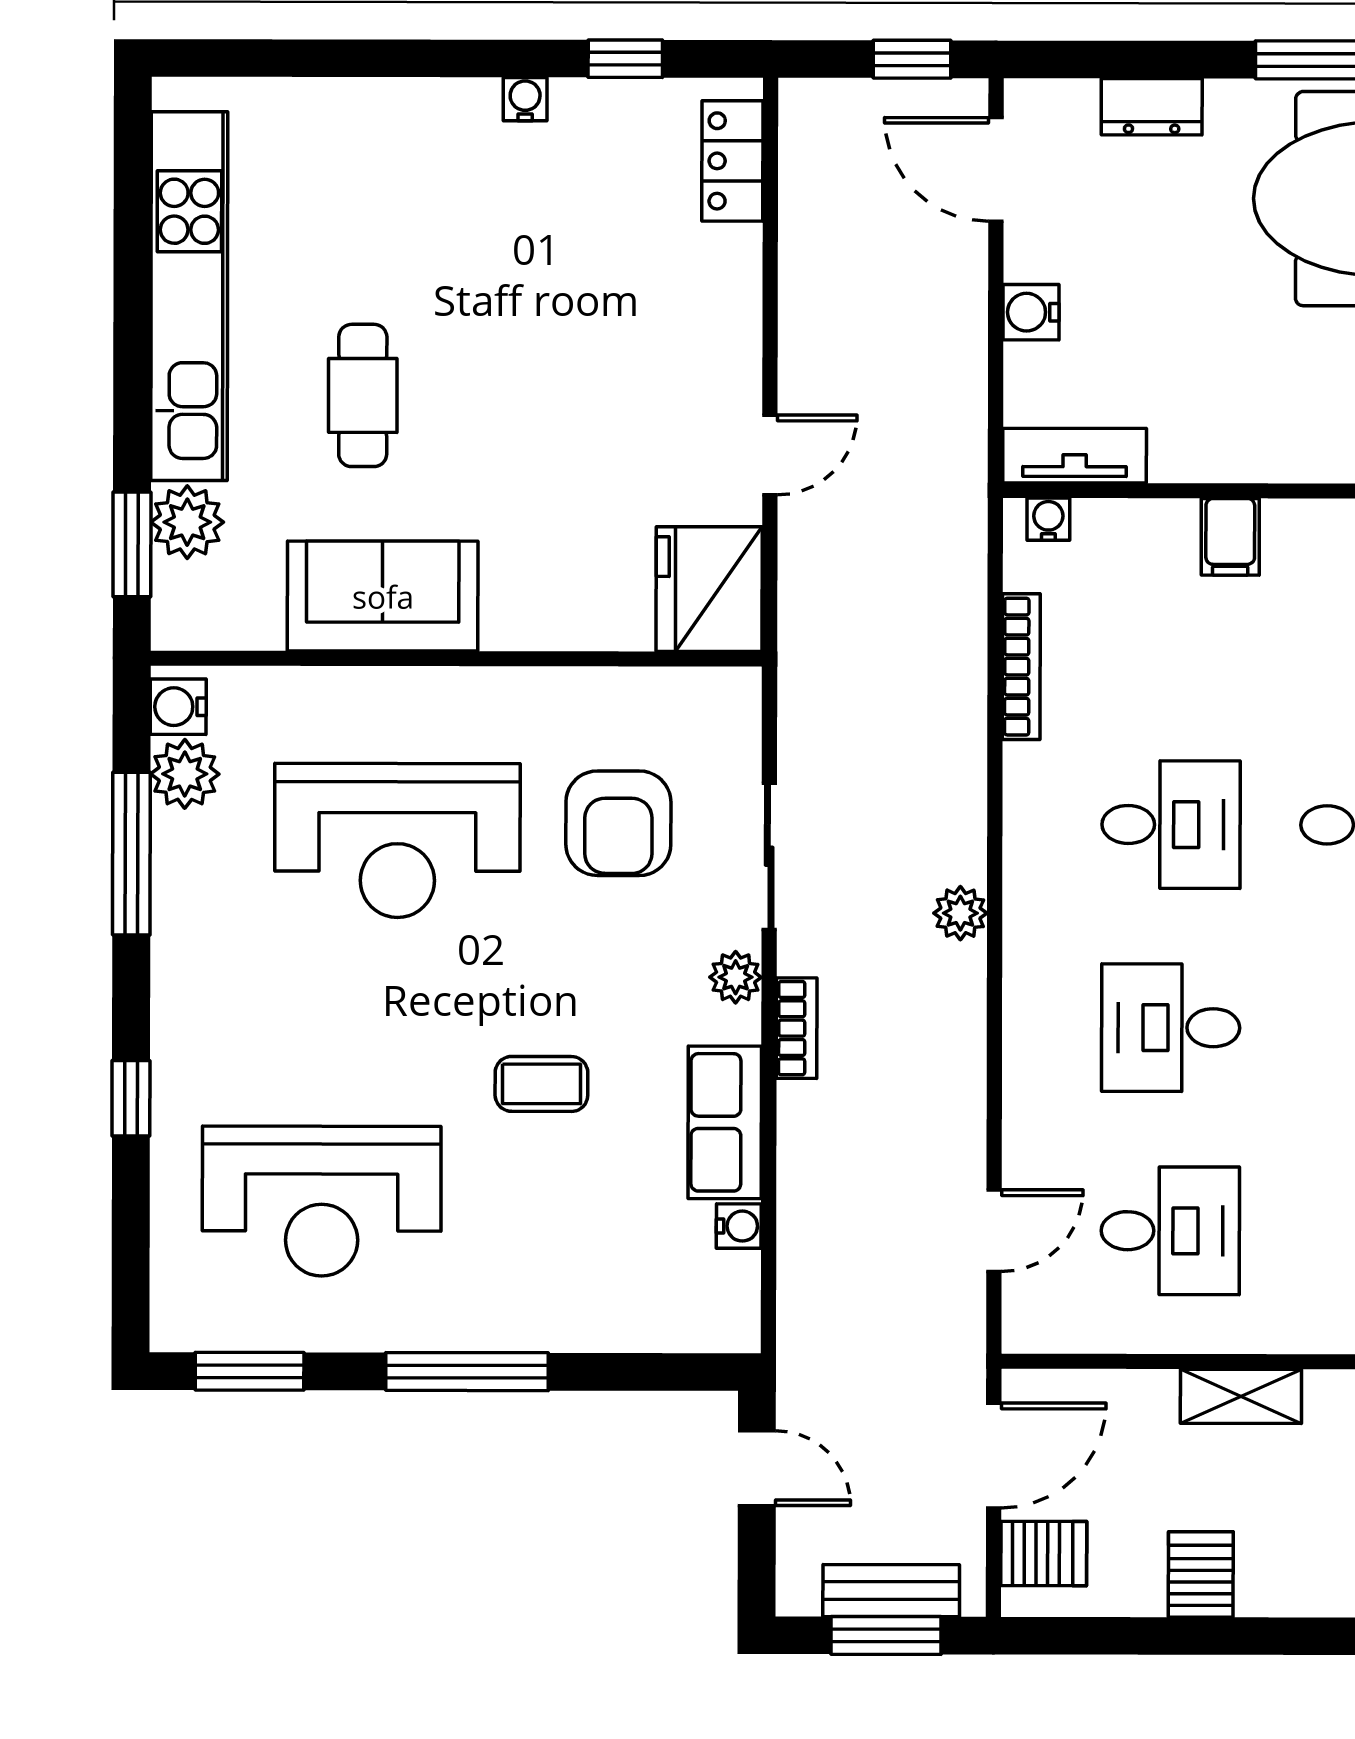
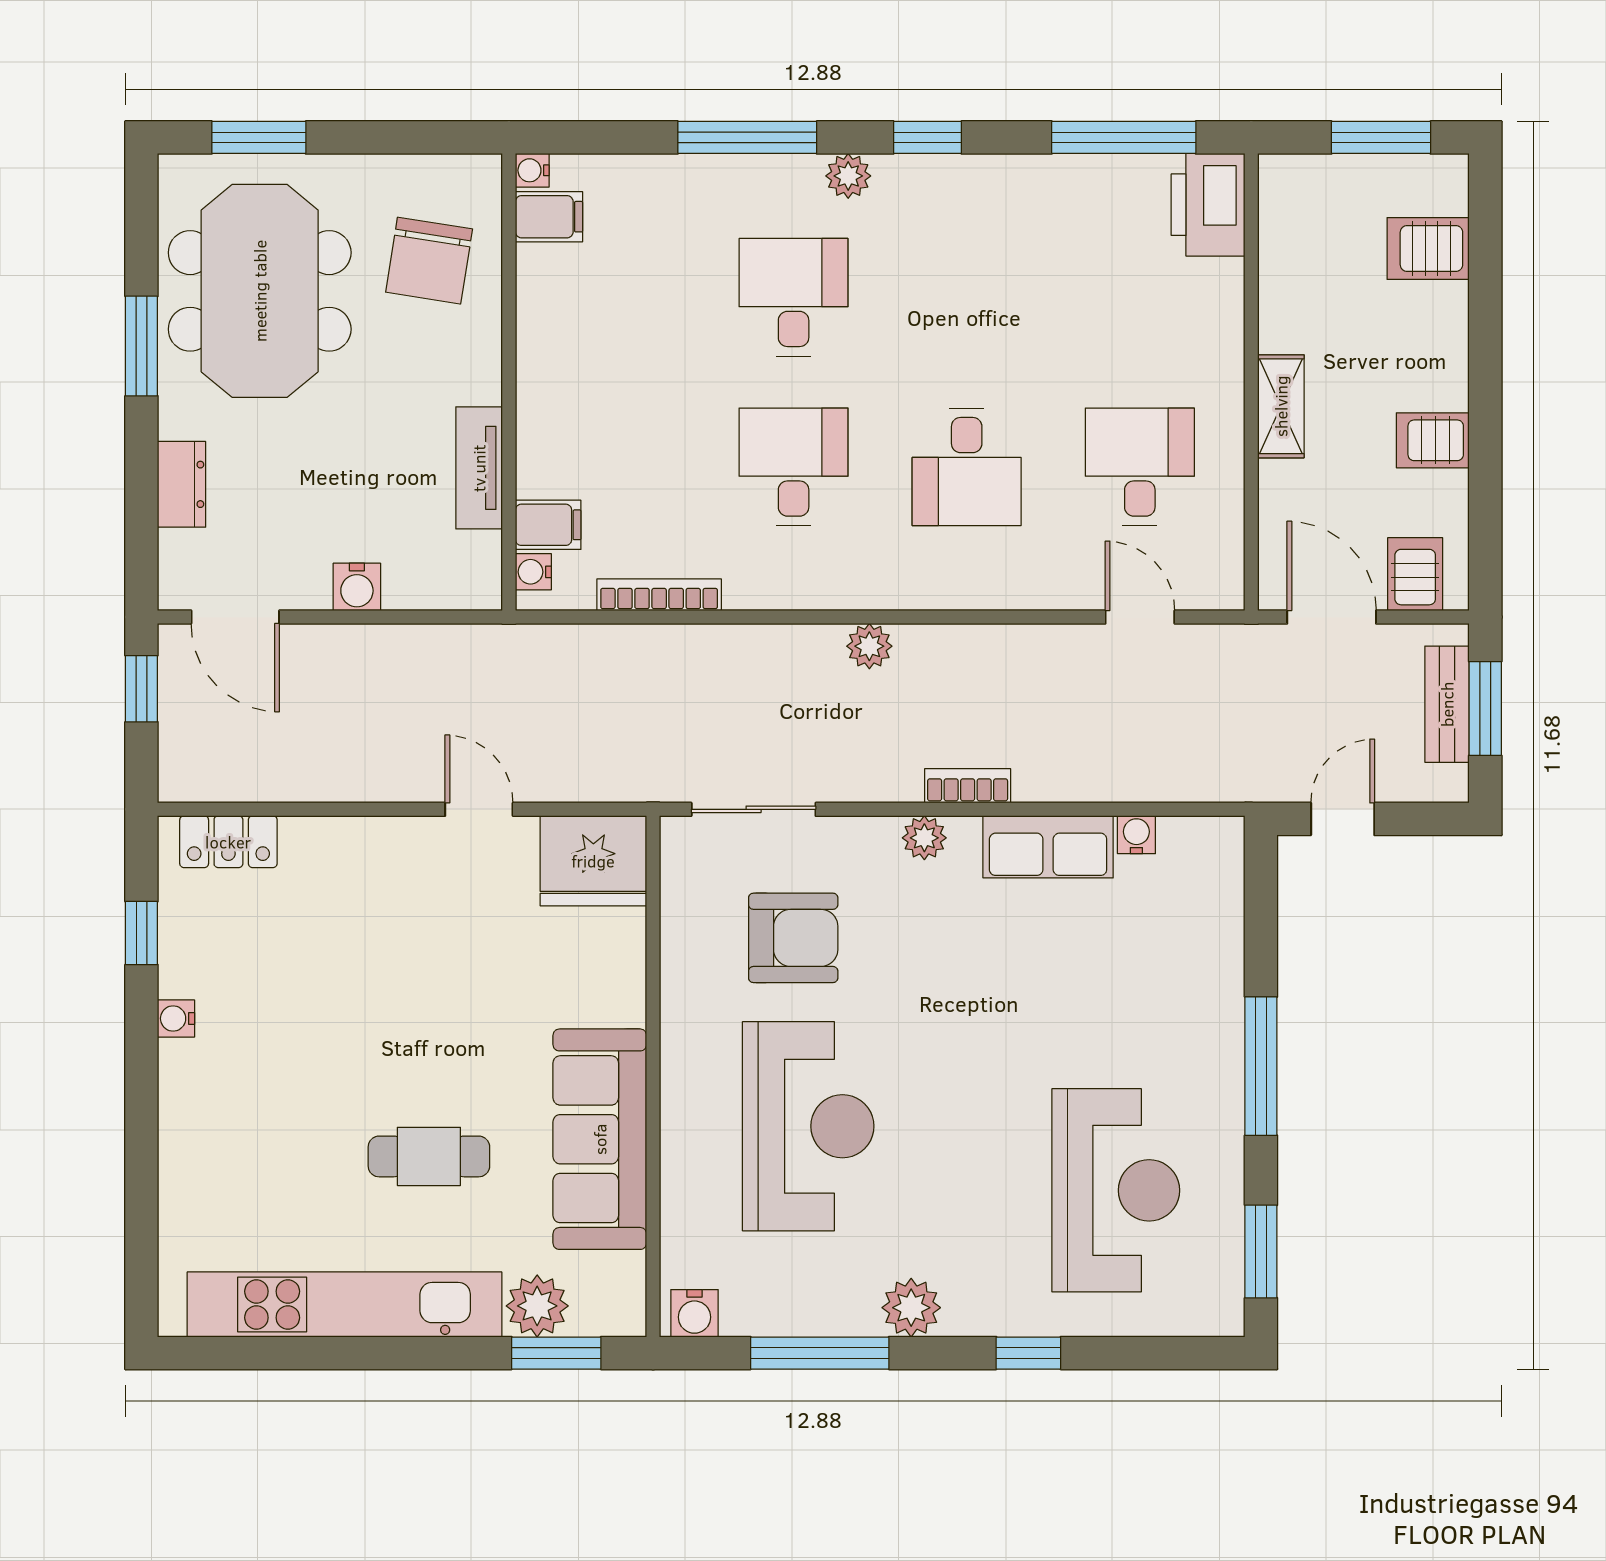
door: (996, 169) -> (235, 617), hinge flipped
tv unit: (1075, 456) -> (479, 468), moved
filing cabinet: (1230, 537) -> (548, 525), moved
sofa: (383, 596) -> (600, 1139), width x1.36
plant: (185, 774) -> (911, 1308), moved
sliding door: (769, 856) -> (754, 809), moved
coffee table: (541, 1084) -> (1016, 1003), removed

